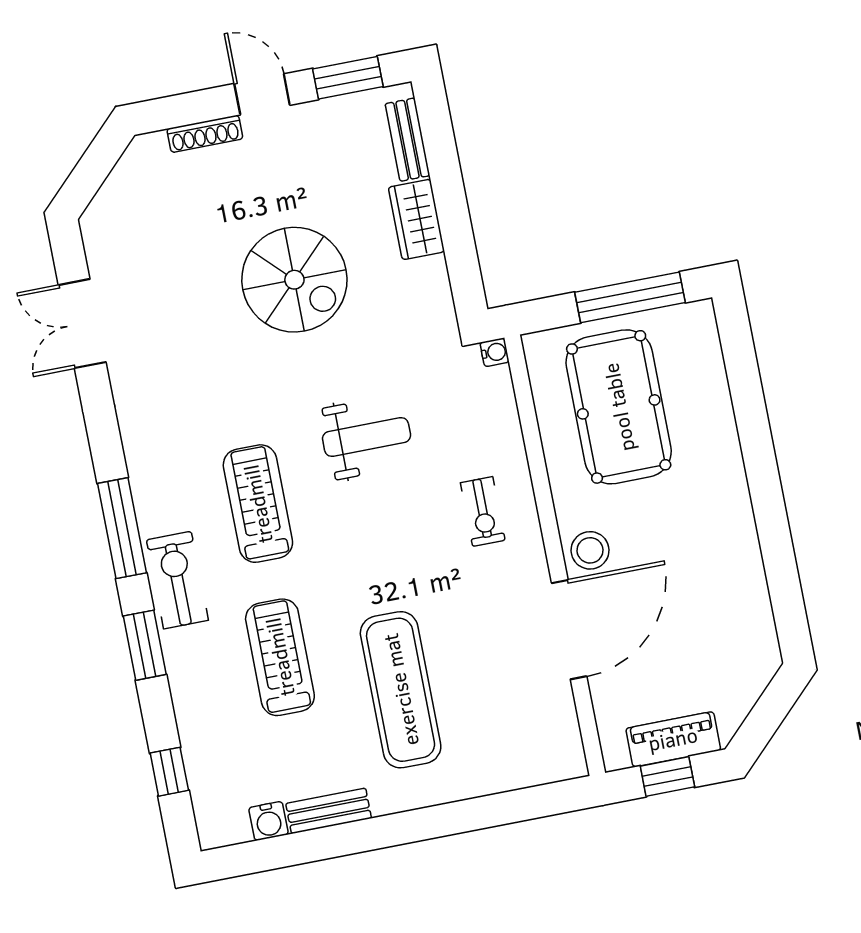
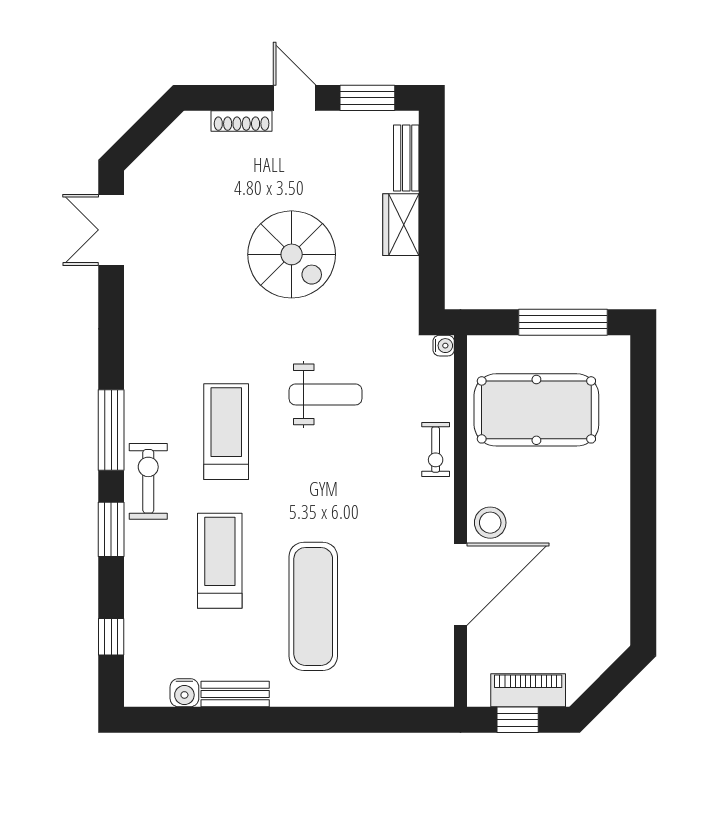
double door: (82, 324) -> (111, 230), moved
pool table: (619, 407) -> (536, 410), turned 90
exercise bike: (483, 512) -> (436, 450), moved

